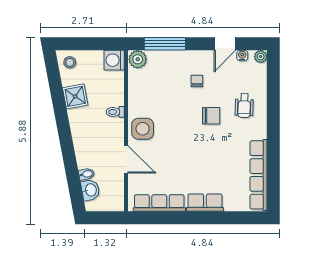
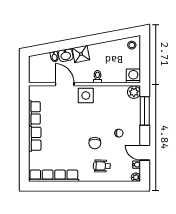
shower: (75, 96) -> (81, 54), moved
door: (126, 159) -> (65, 84), swing flipped
washbasin: (90, 190) -> (66, 55), moved
row of seats: (159, 203) -> (34, 113), width x0.68

